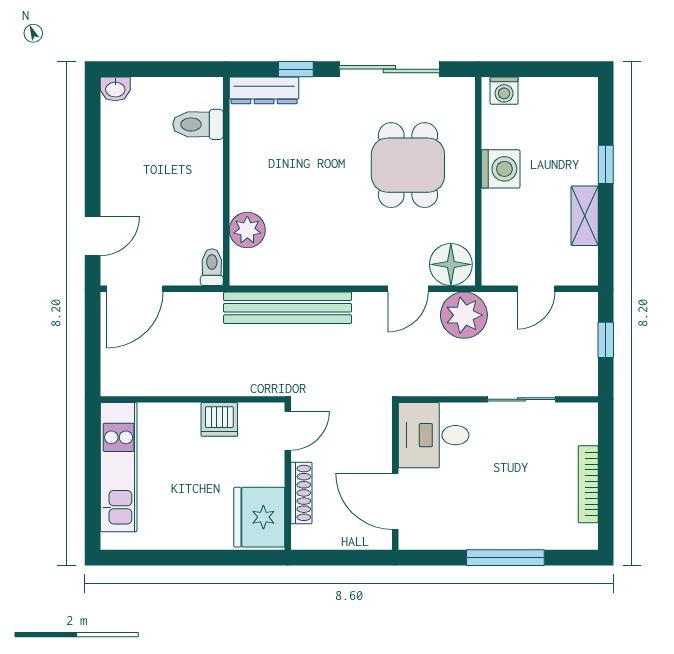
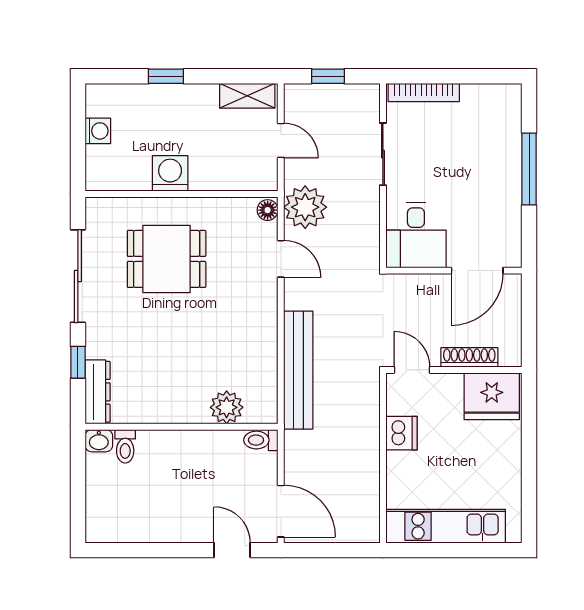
washbasin: (115, 89) -> (99, 441), moved, turned 90
washing machine: (504, 91) -> (98, 131), moved
toilet: (198, 124) -> (125, 446), width x0.73, depth x0.72
shelving: (585, 216) -> (247, 96), moved
floor lamp: (451, 264) -> (268, 210), width x0.53, depth x0.53
bookcase: (588, 484) -> (424, 93), moved

